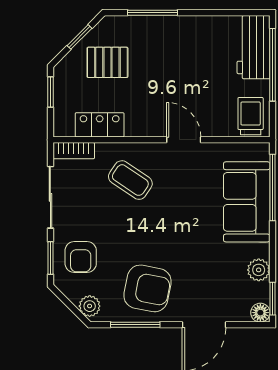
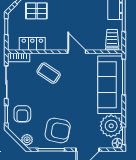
sofa: (247, 202) -> (110, 85), width x1.36
plant: (259, 270) -> (111, 126), width x1.88, depth x1.88

